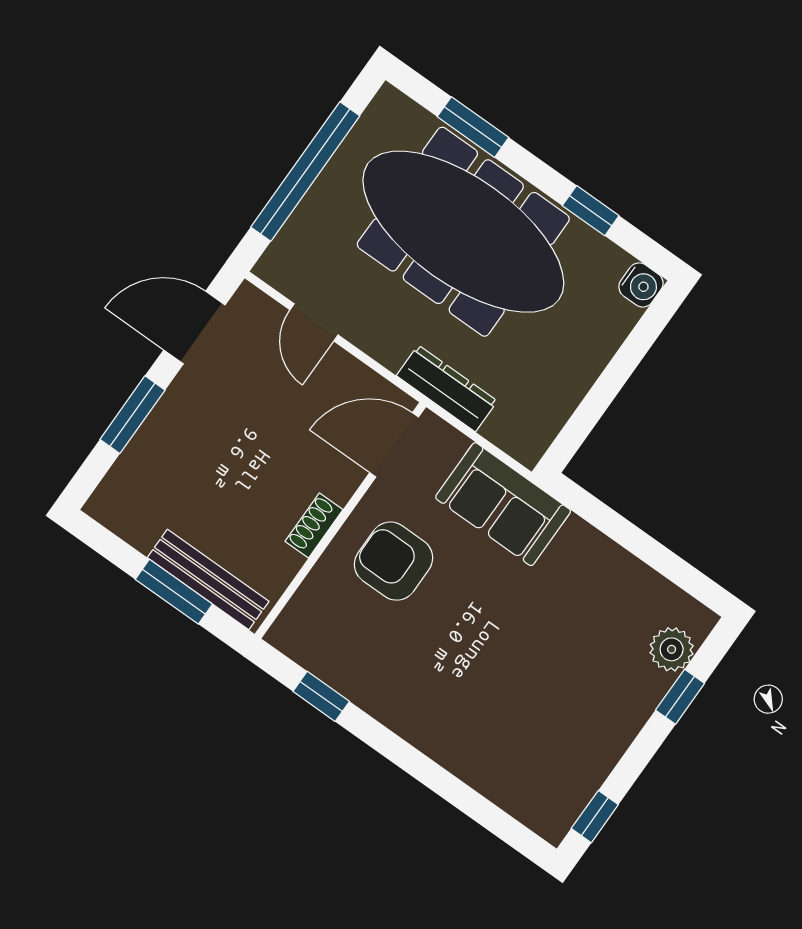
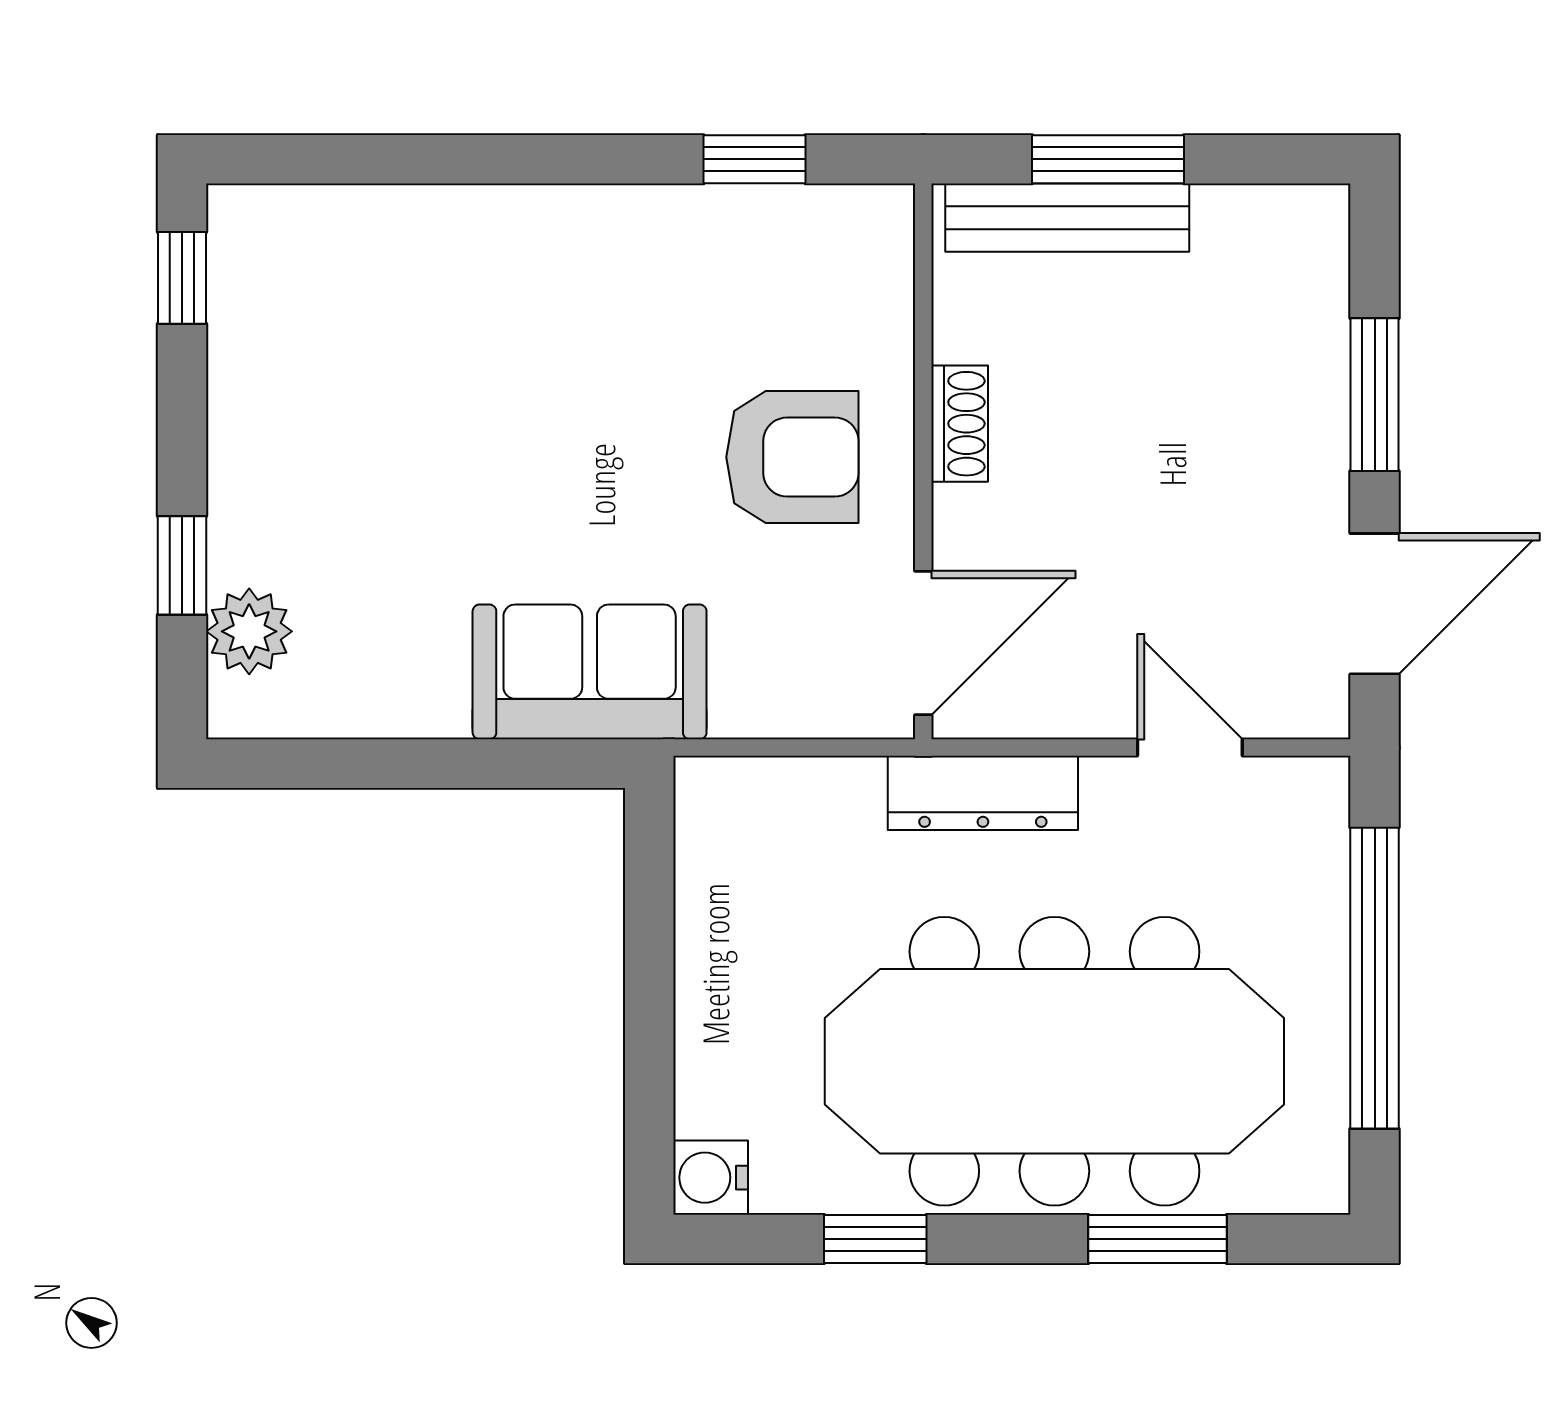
dresser: (447, 388) -> (983, 793), moved
sofa: (503, 504) -> (590, 672), moved

